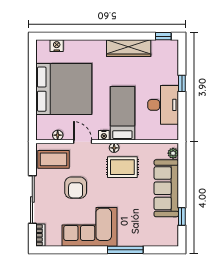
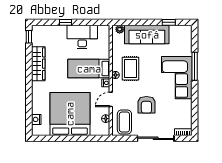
armchair: (76, 188) -> (146, 105), turned 90
corner sofa: (89, 227) -> (177, 78), moved

